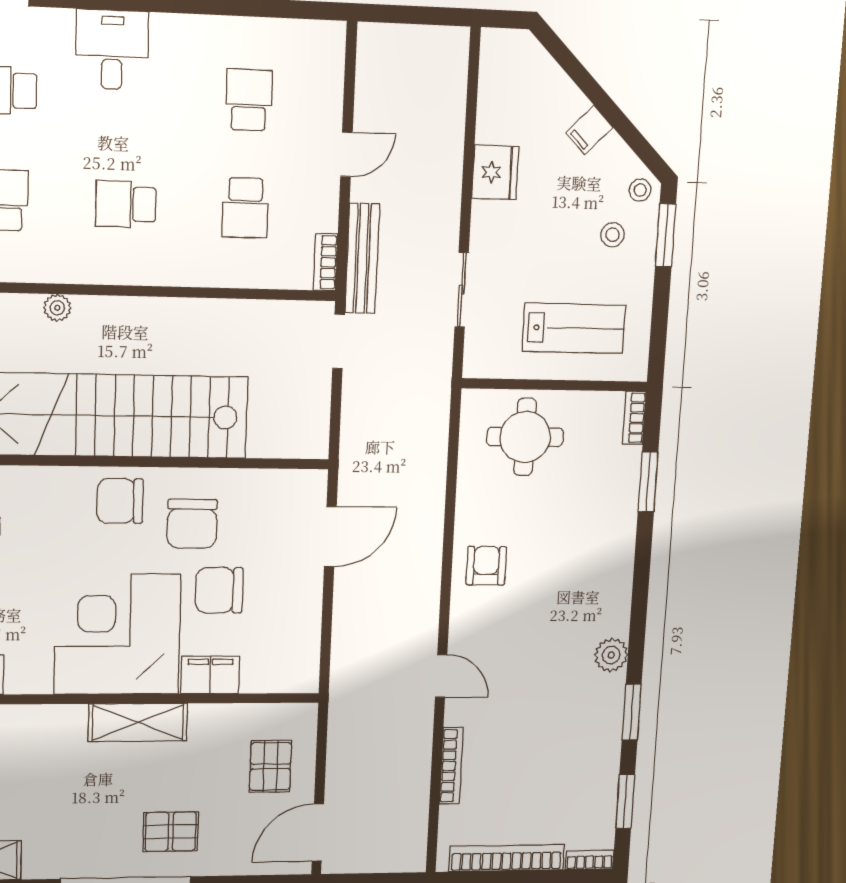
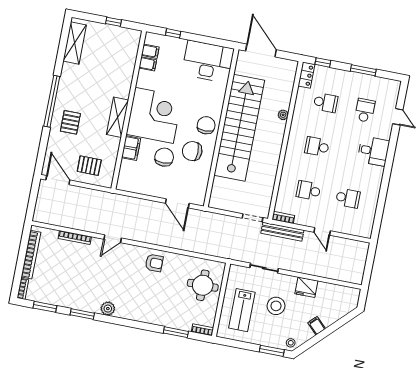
school desk: (126, 204) -> (317, 147), turned -90
stool: (613, 235) -> (276, 306), moved, width x1.89, depth x1.89

